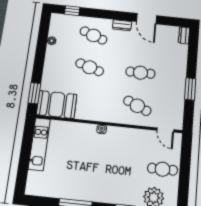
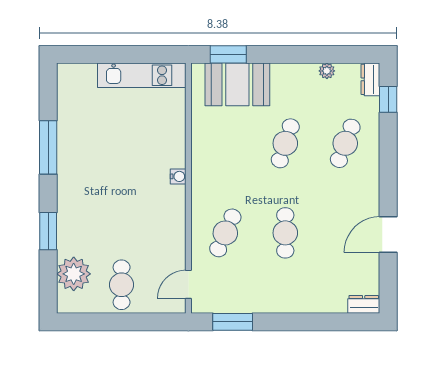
dresser: (122, 25) -> (370, 79), moved
window: (190, 89) -> (233, 322), moved
booth: (57, 105) -> (237, 84), moved, turned 90

